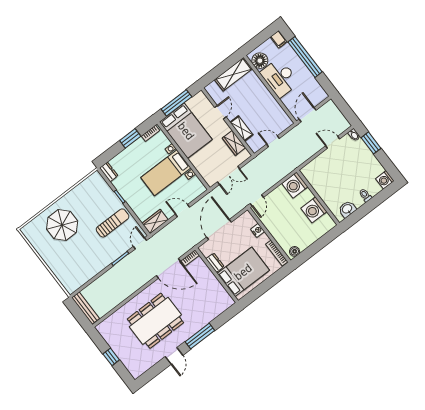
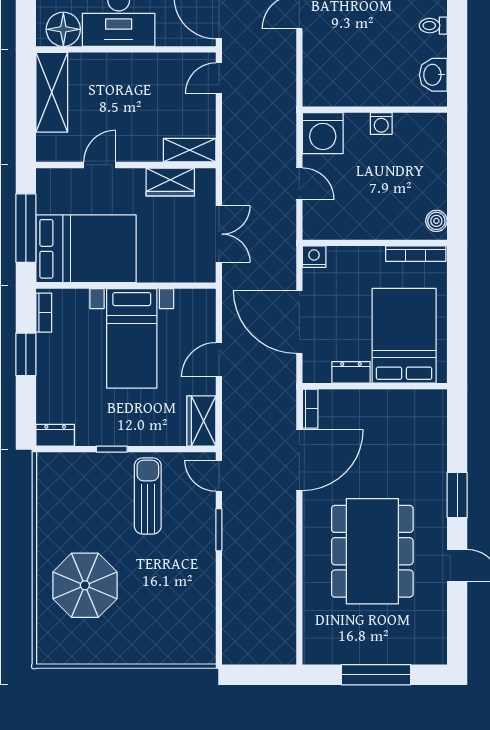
door: (220, 112) -> (100, 165), hinge flipped
shelving: (241, 128) -> (190, 150), moved
door: (273, 141) -> (219, 78), moved
door: (257, 200) -> (299, 184), moved
washing machine: (314, 210) -> (381, 124), width x0.53, depth x0.53
nightstand: (258, 230) -> (314, 257), moved
bench: (86, 308) -> (259, 654), removed
window: (200, 336) -> (457, 495), width x0.69
window: (111, 357) -> (376, 675), width x2.17

